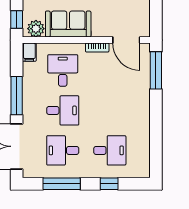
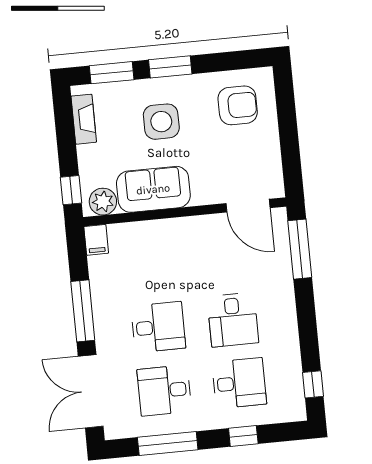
bookcase: (97, 48) -> (203, 222), removed
desk: (63, 70) -> (233, 320), moved, turned 180
window: (156, 156) -> (313, 384), added

